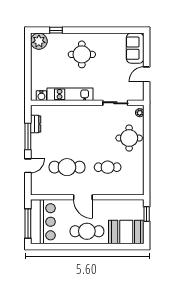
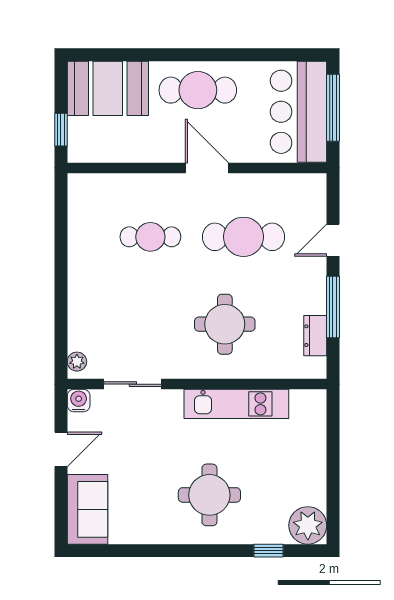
water cooler: (41, 96) -> (79, 401), moved
round table: (129, 138) -> (225, 324), moved

